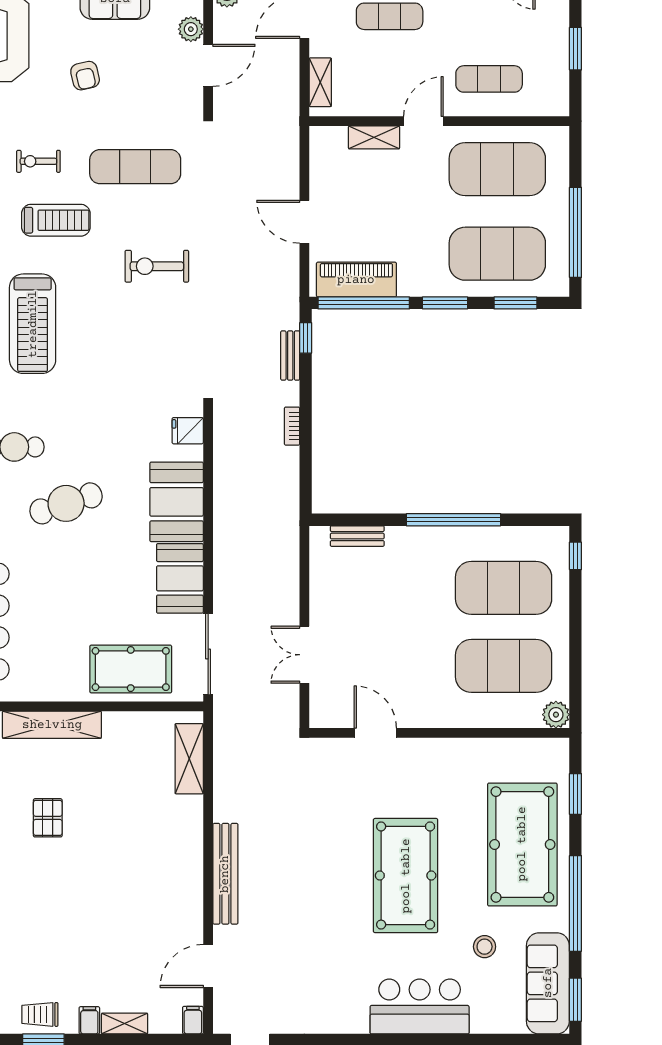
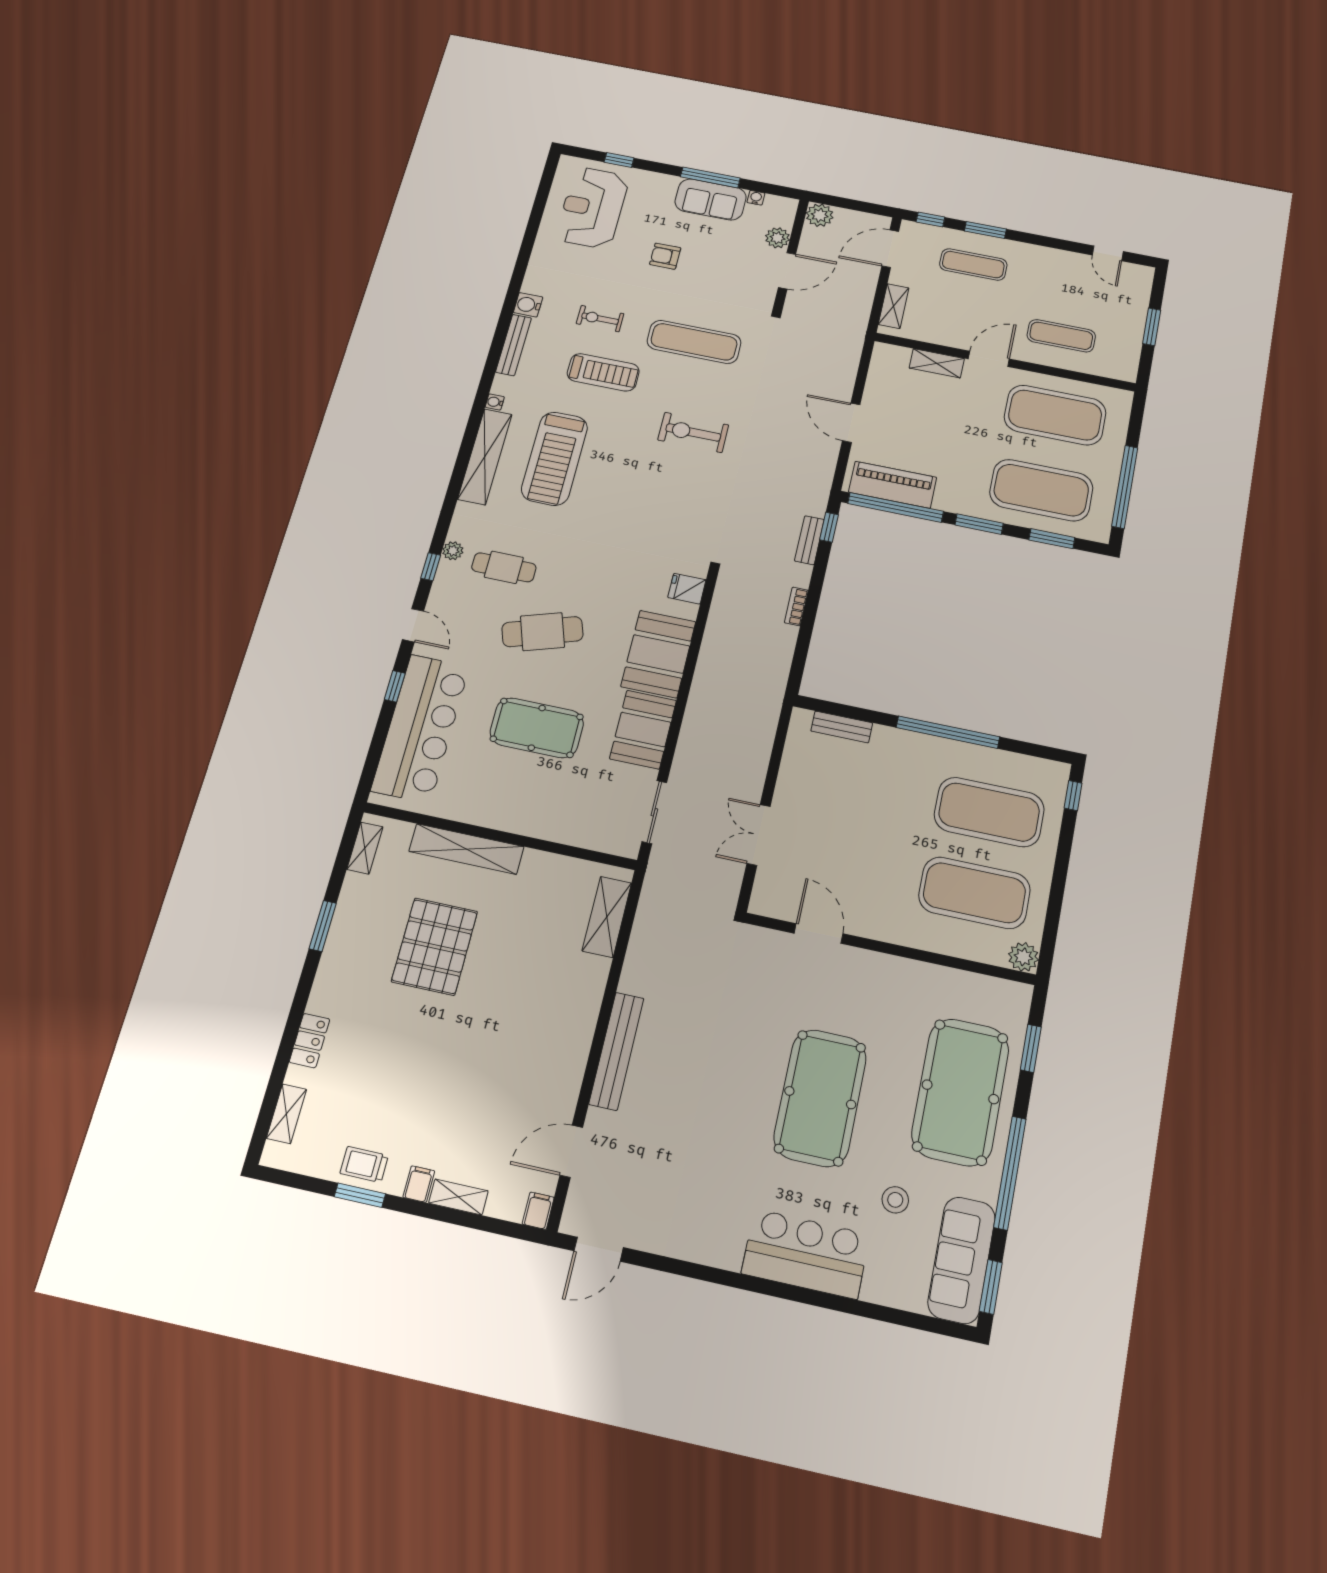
armchair: (85, 76) -> (665, 256), turned 103
sliding door: (208, 654) -> (654, 812), width x0.73
pool table: (131, 669) -> (537, 728), moved
pallet: (48, 818) -> (435, 946), width x2.05, depth x2.00

